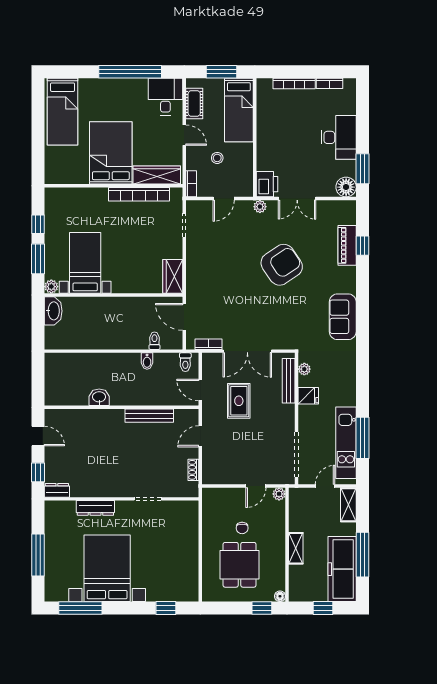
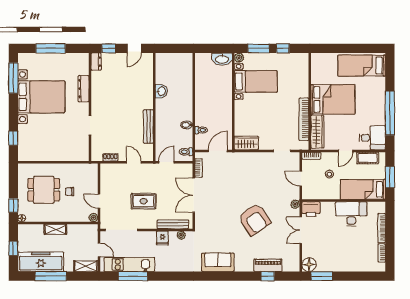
desk: (339, 137) -> (351, 214), moved, turned 180
rug: (239, 401) -> (144, 201), moved

